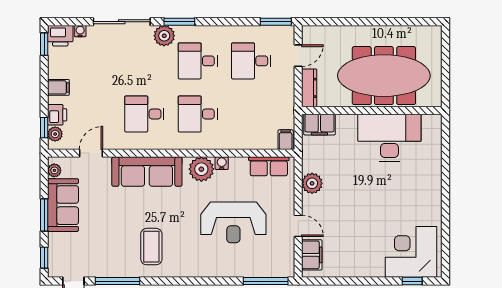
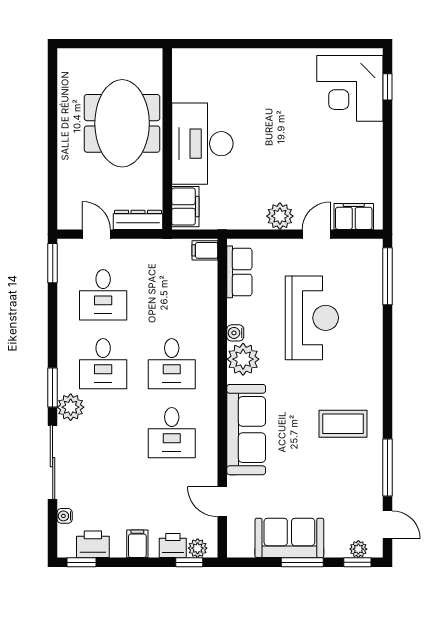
printer: (60, 36) -> (93, 544), moved, turned -90
meeting table: (384, 76) -> (122, 123), width x0.73
desk: (389, 138) -> (202, 144), moved
plant: (54, 170) -> (358, 549), moved
plant: (312, 183) -> (280, 216), moved

